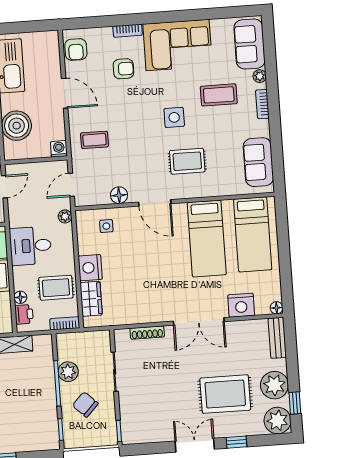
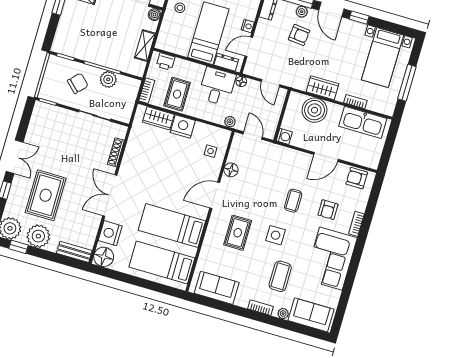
coffee table: (95, 140) -> (293, 201), moved
floor lamp: (20, 297) -> (241, 81), moved
floor lamp: (277, 308) -> (104, 257), width x1.89, depth x1.89

